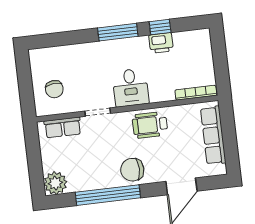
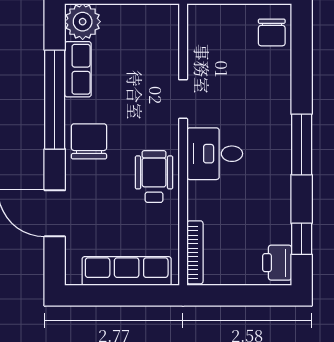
window: (160, 27) -> (302, 239), moved
printer: (161, 43) -> (277, 263), moved
chair: (54, 89) -> (272, 32), moved, turned -84
row of seats: (63, 127) -> (78, 69), moved, turned 180

